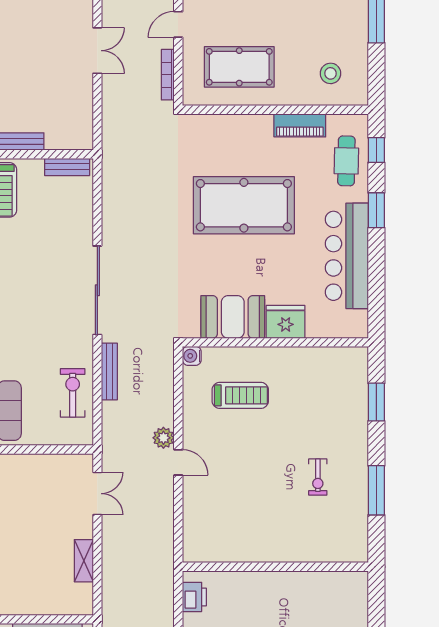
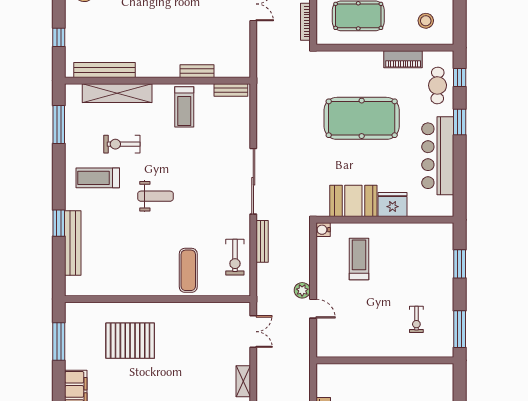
exercise bike: (73, 393) -> (235, 257), turned 180
treadmill: (240, 395) -> (359, 259), turned -90
wall: (275, 567) -> (385, 360), moved

